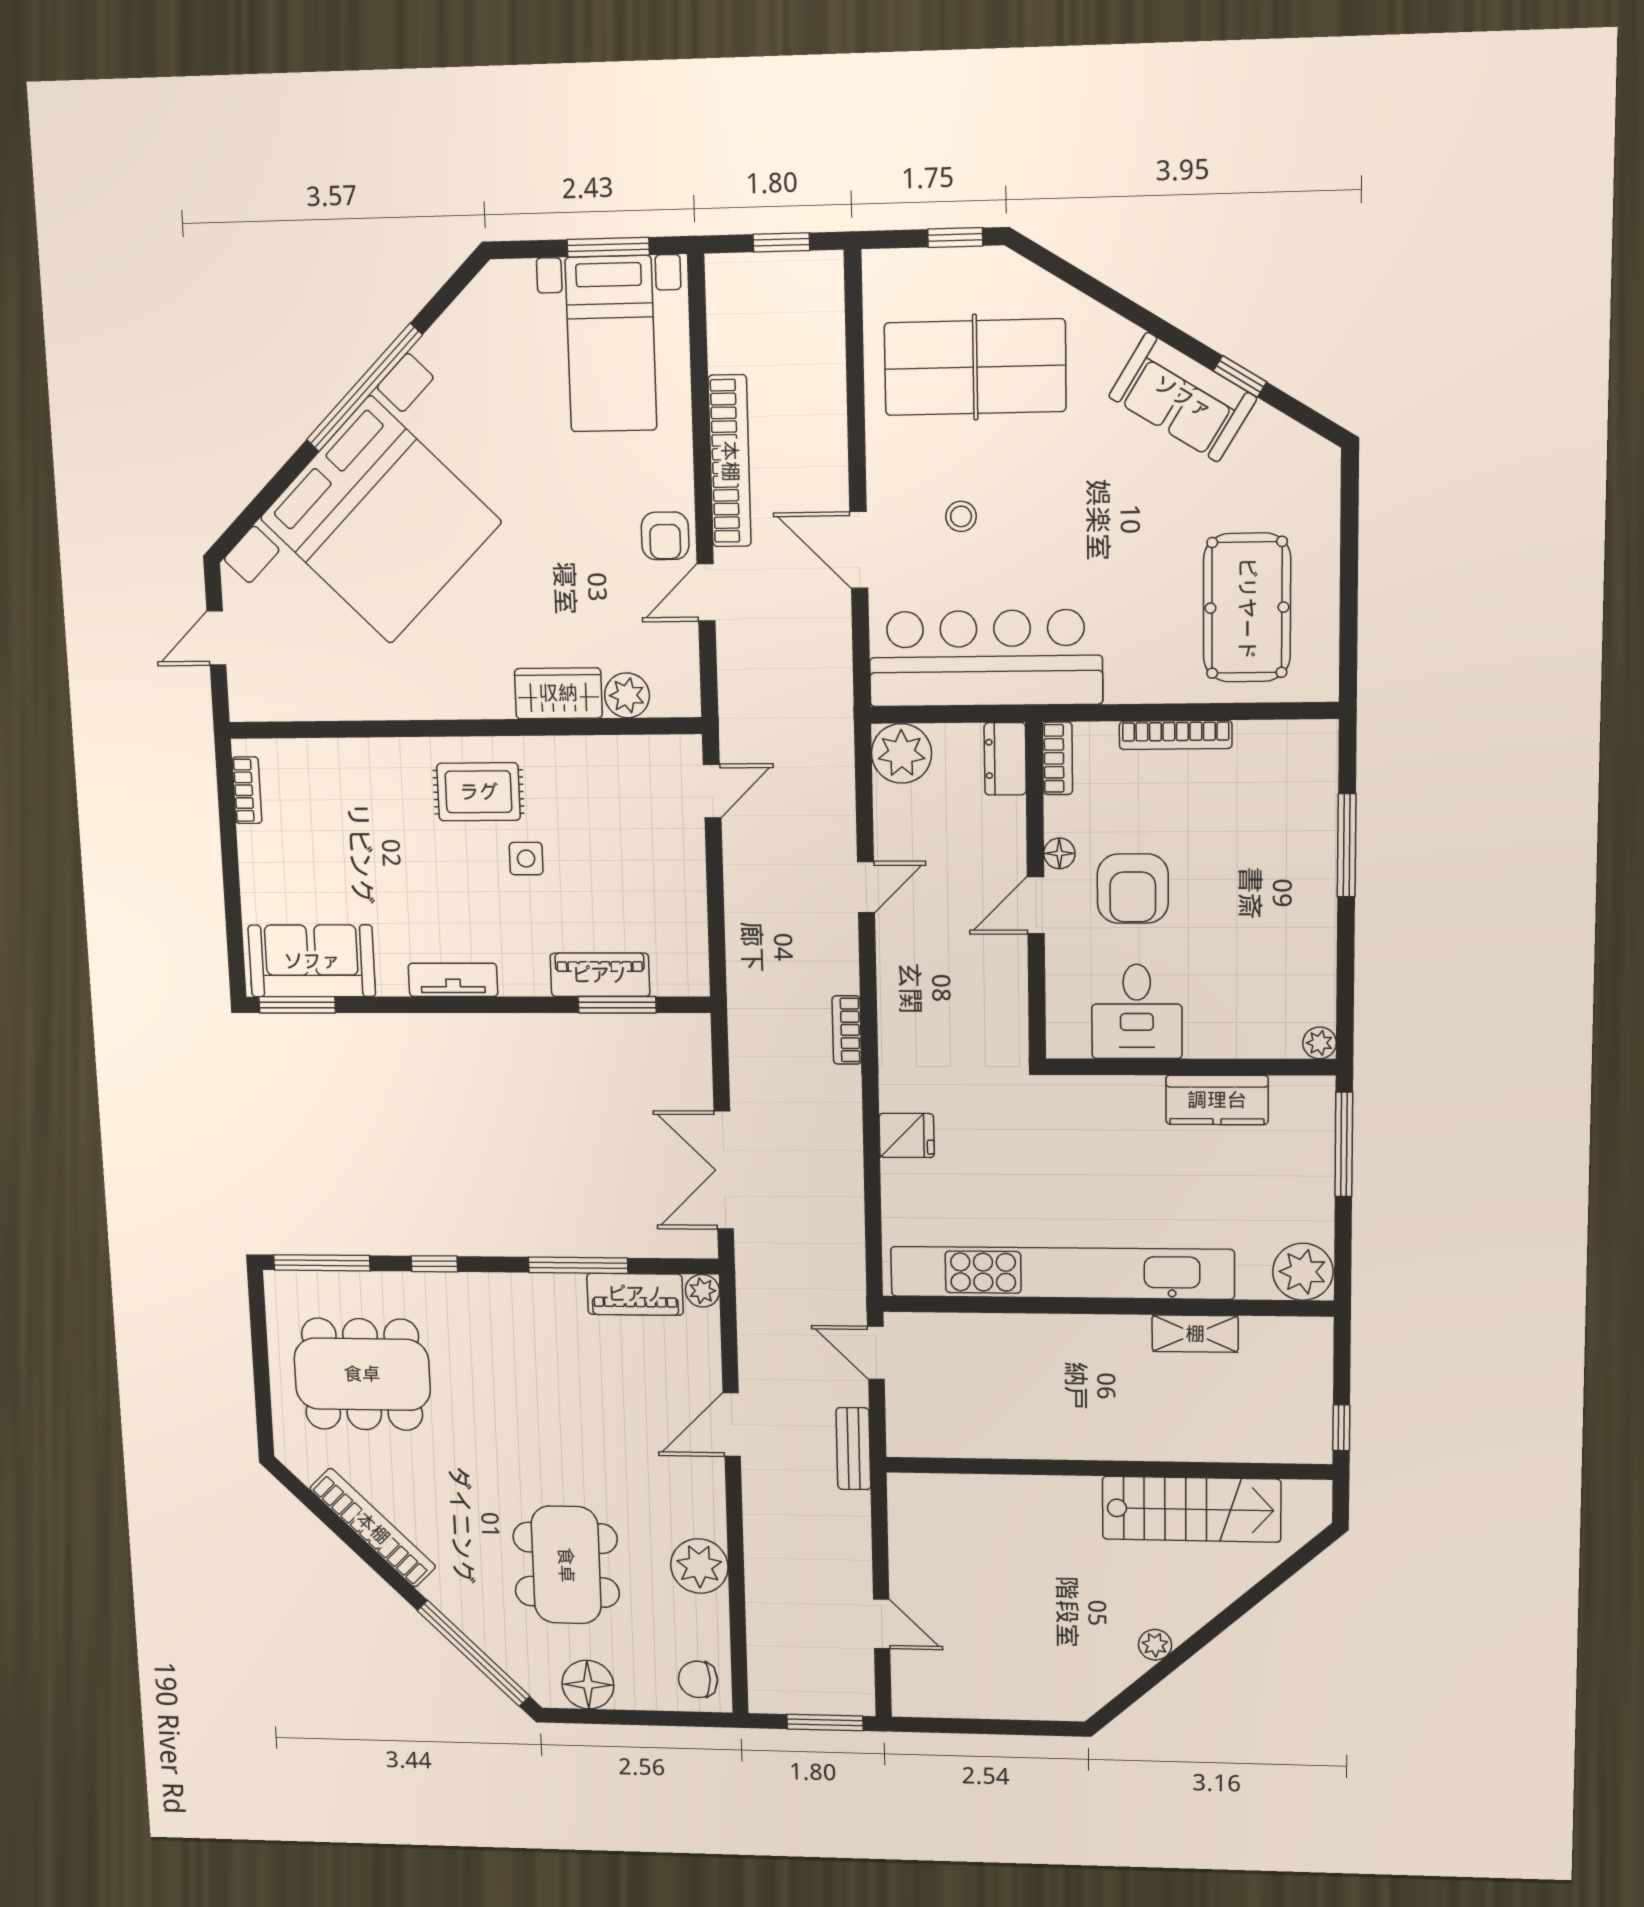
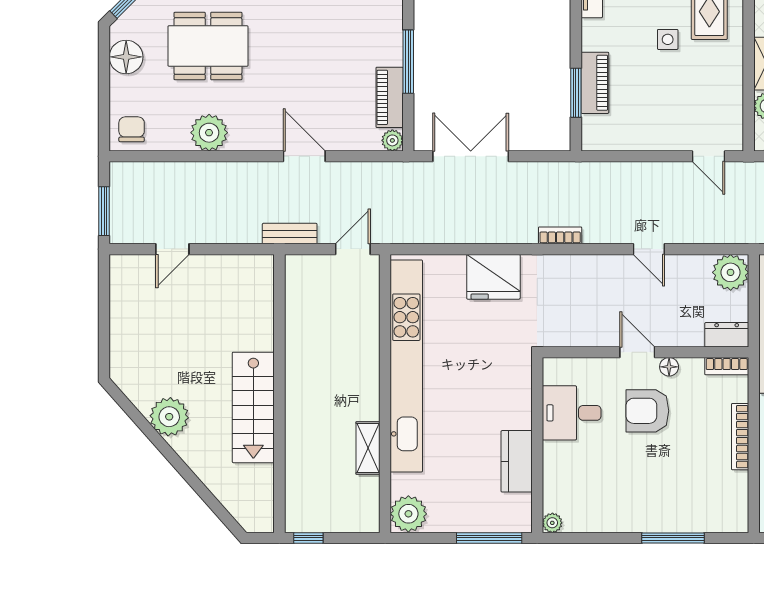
fridge: (907, 1135) -> (493, 277), width x1.88, depth x1.34
stairs: (1191, 1509) -> (253, 407), moved
plant: (1155, 1645) -> (169, 417), width x1.87, depth x1.87

